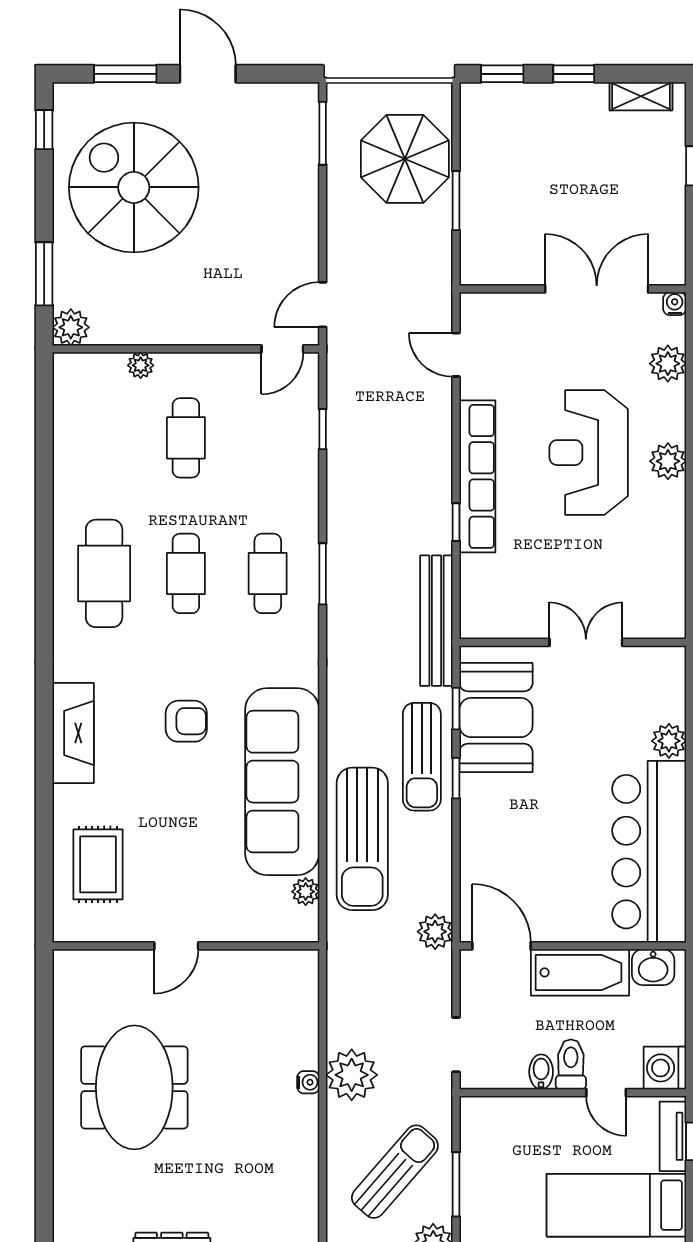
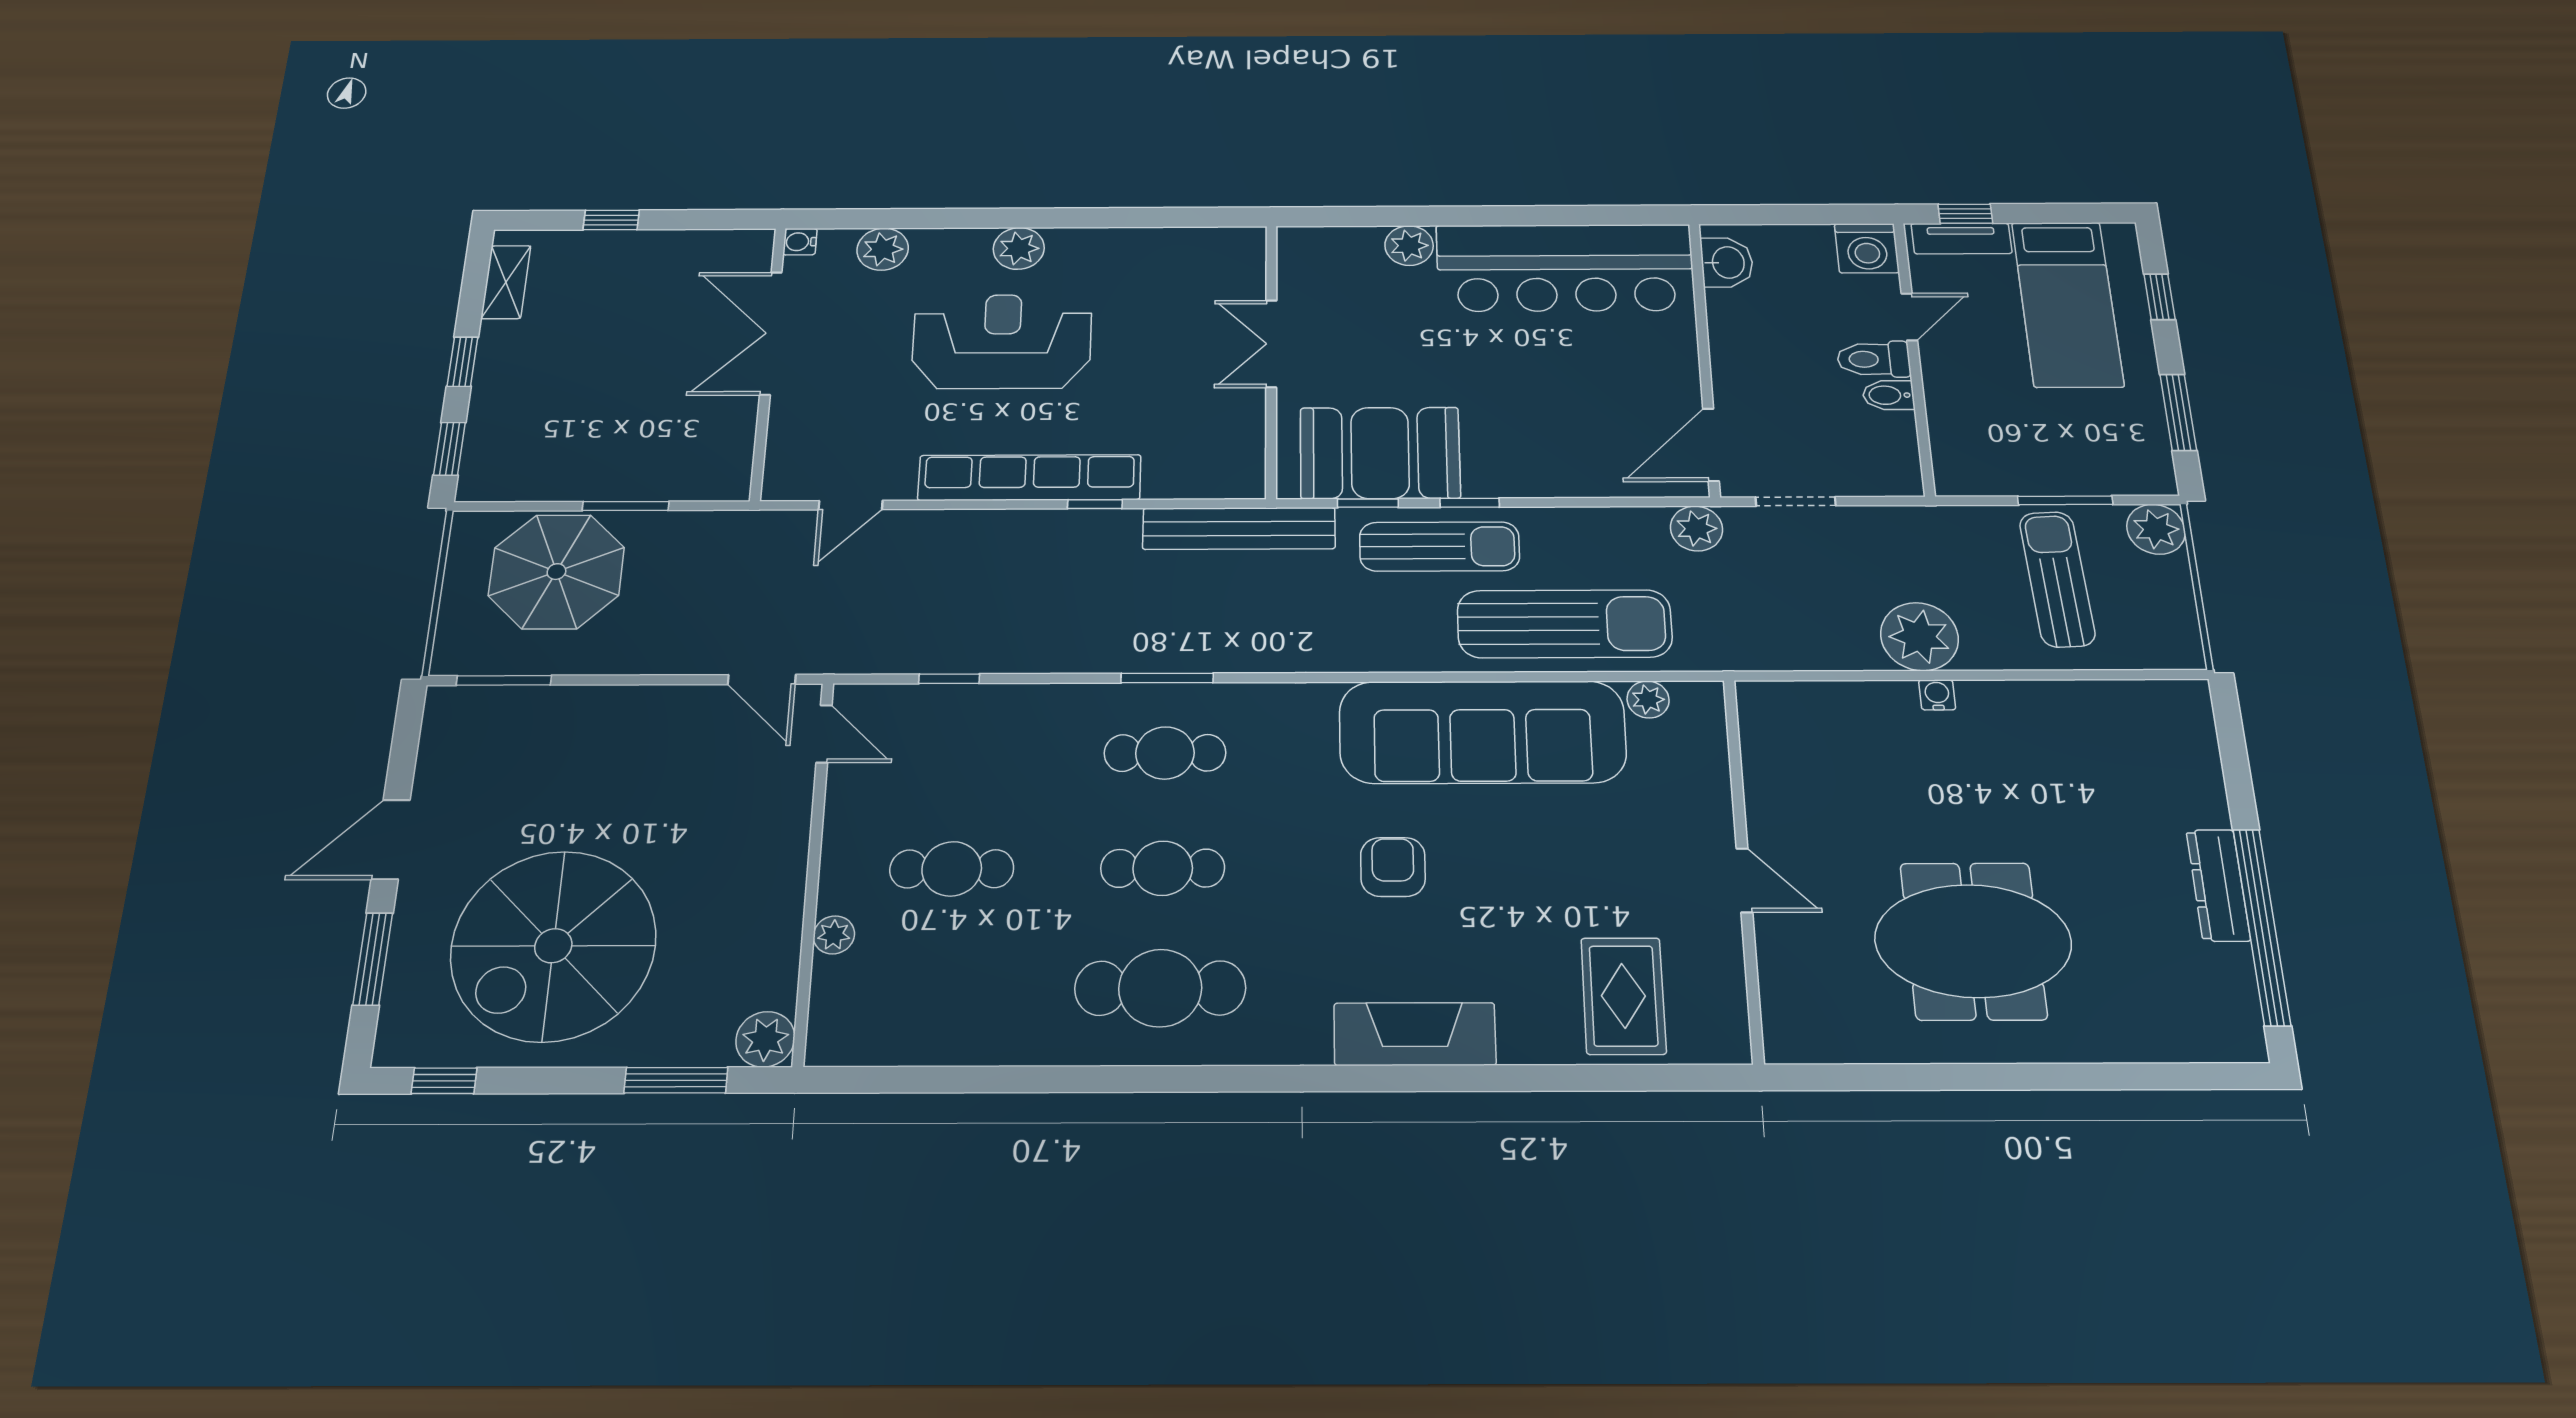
reception desk: (589, 453) -> (1002, 341), turned 180
rug: (98, 864) -> (1623, 996), turned 90
bathtub: (580, 972) -> (1741, 349), removed
doorway: (456, 1045) -> (1796, 501), moved
sun lounger: (395, 1172) -> (2057, 579), turned 46

